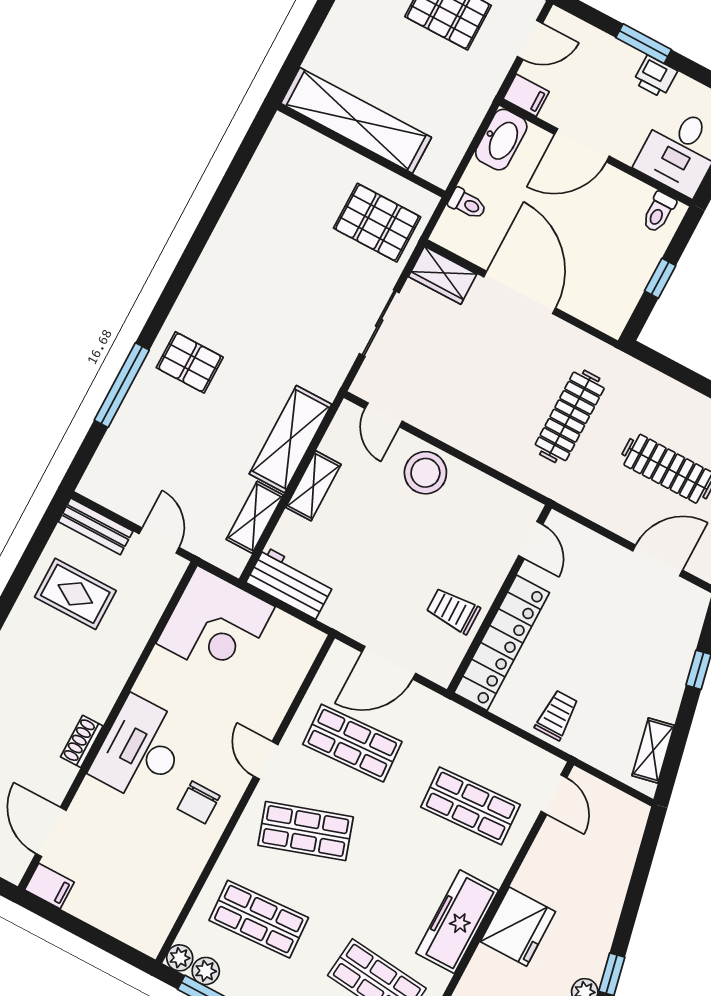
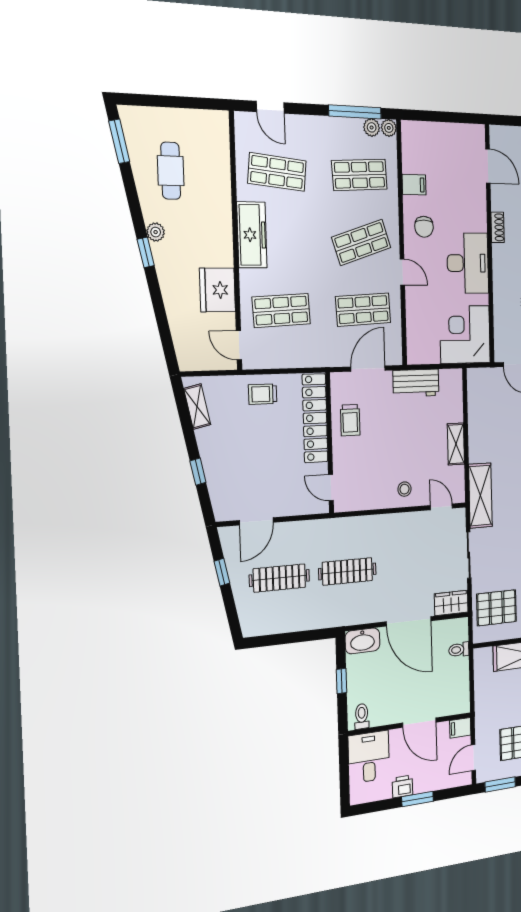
washbasin: (501, 140) -> (362, 641), moved, turned -90
door: (582, 145) -> (419, 723), swing flipped
clothes rail: (570, 416) -> (347, 571), turned 90
shelving: (290, 439) -> (480, 495), moved
stool: (425, 473) -> (404, 489), width x0.53, depth x0.53
shelving: (255, 517) -> (476, 407), removed
workbench: (290, 583) -> (416, 383), moved
trolley: (453, 611) -> (350, 420), turned 90
trolley: (557, 715) -> (263, 394), turned 90
desk: (140, 750) -> (468, 263), moved
chair: (199, 802) -> (424, 227), turned 180
filing cabinet: (49, 886) -> (414, 185), moved, turned 180
fridge: (518, 927) -> (218, 290), moved

